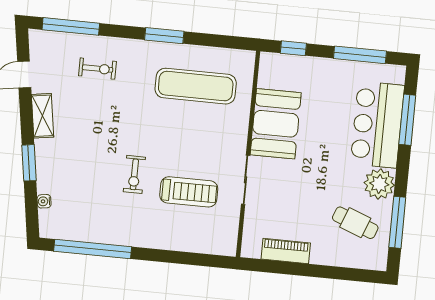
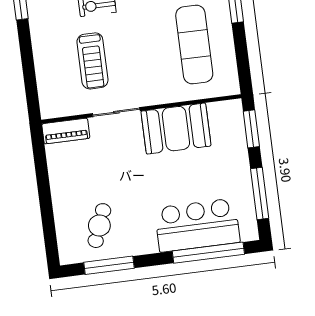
window: (293, 48) -> (251, 129), width x1.50
window: (407, 120) -> (208, 253), width x1.46
plant: (379, 184) -> (141, 240), removed
piano: (286, 251) -> (66, 131), moved, turned 90

